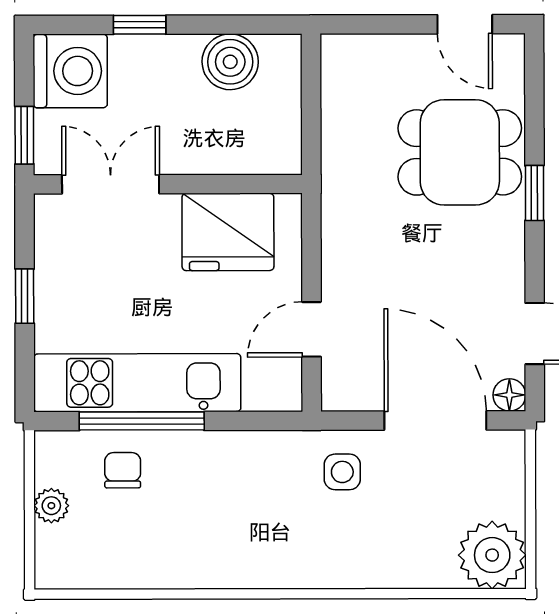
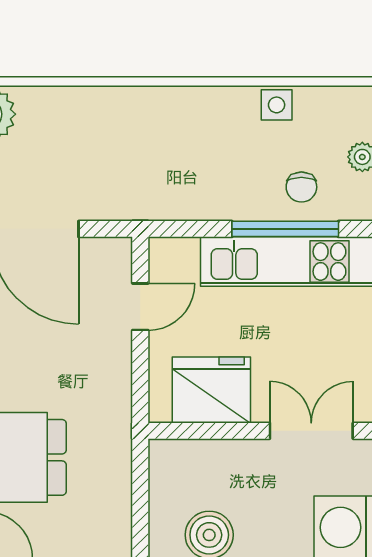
double door: (111, 184) -> (311, 431), swing flipped
side table: (342, 472) -> (277, 105), moved

